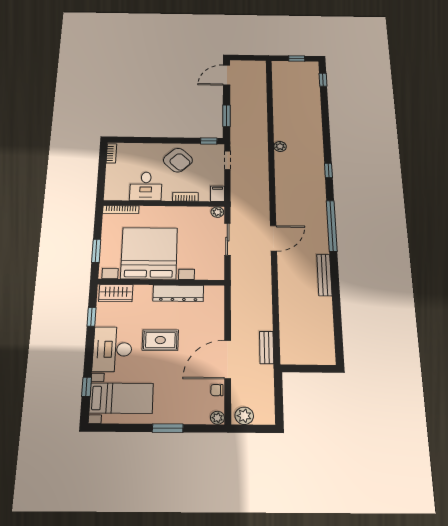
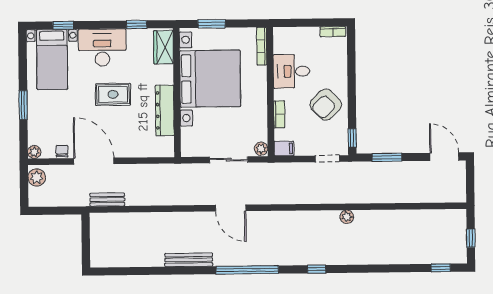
rug: (160, 340) -> (113, 94), turned 90

